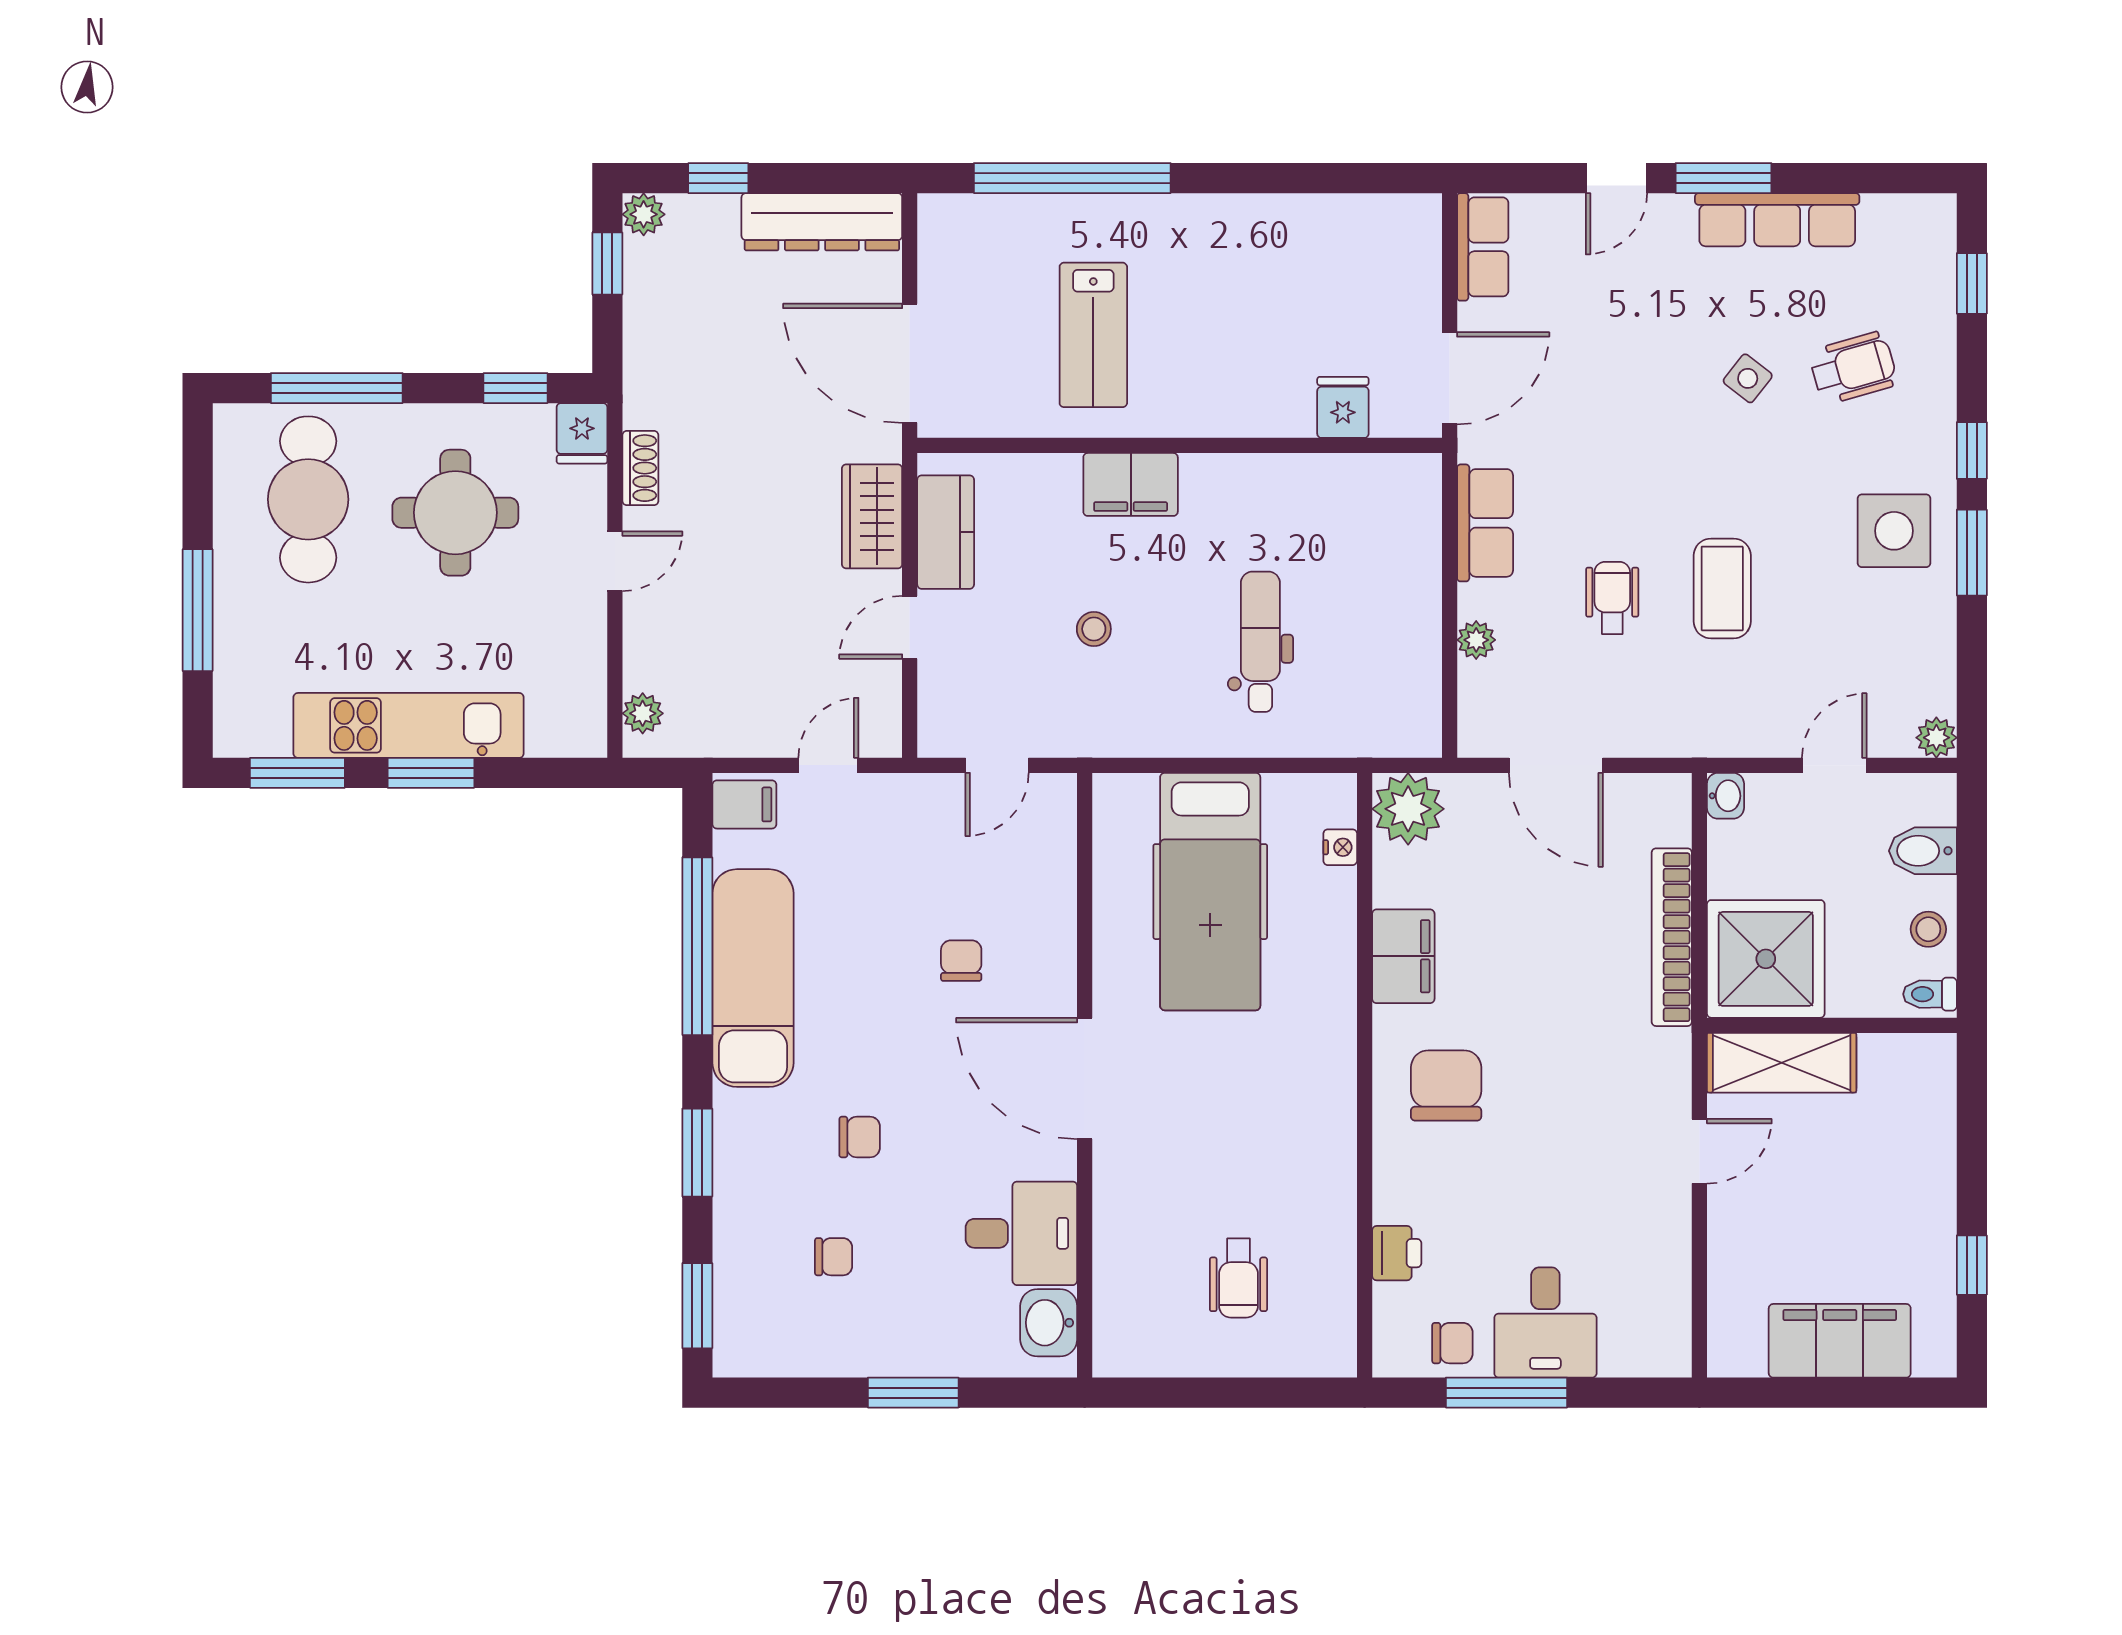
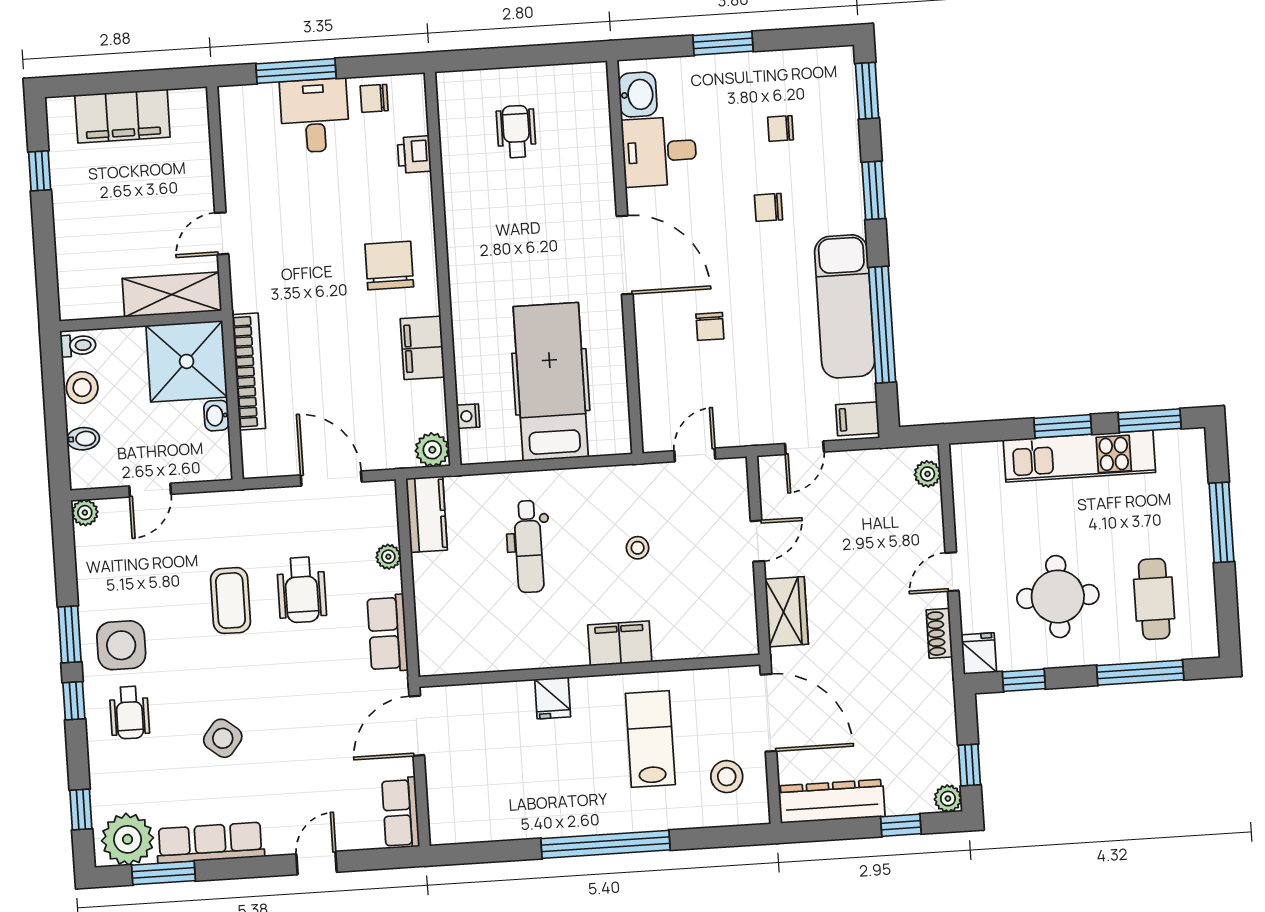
window: (1072, 178) -> (605, 844), moved
window: (1723, 178) -> (164, 873), moved
plant: (1903, 233) -> (128, 839), added
stool: (980, 270) -> (727, 777), added
wheelchair: (1853, 368) -> (129, 712), moved, turned -74
side table: (1748, 378) -> (223, 738), width x1.37, depth x1.37
fridge: (1343, 407) -> (553, 698), moved
cafe table: (308, 499) -> (1154, 599), width x0.73, depth x0.74
kitchen counter: (946, 532) -> (426, 514), moved, turned 180
wheelchair: (1612, 598) -> (302, 590), width x1.36, depth x1.37
washbasin: (1725, 796) -> (216, 416), moved
plant: (1408, 809) -> (432, 450), width x0.73, depth x0.73
bidet: (1923, 851) -> (83, 439), width x0.72, depth x0.74
stool: (1928, 929) -> (82, 388), width x1.37, depth x1.37
chair: (1446, 1086) -> (389, 266), turned 180
window: (1506, 1393) -> (296, 71), moved

